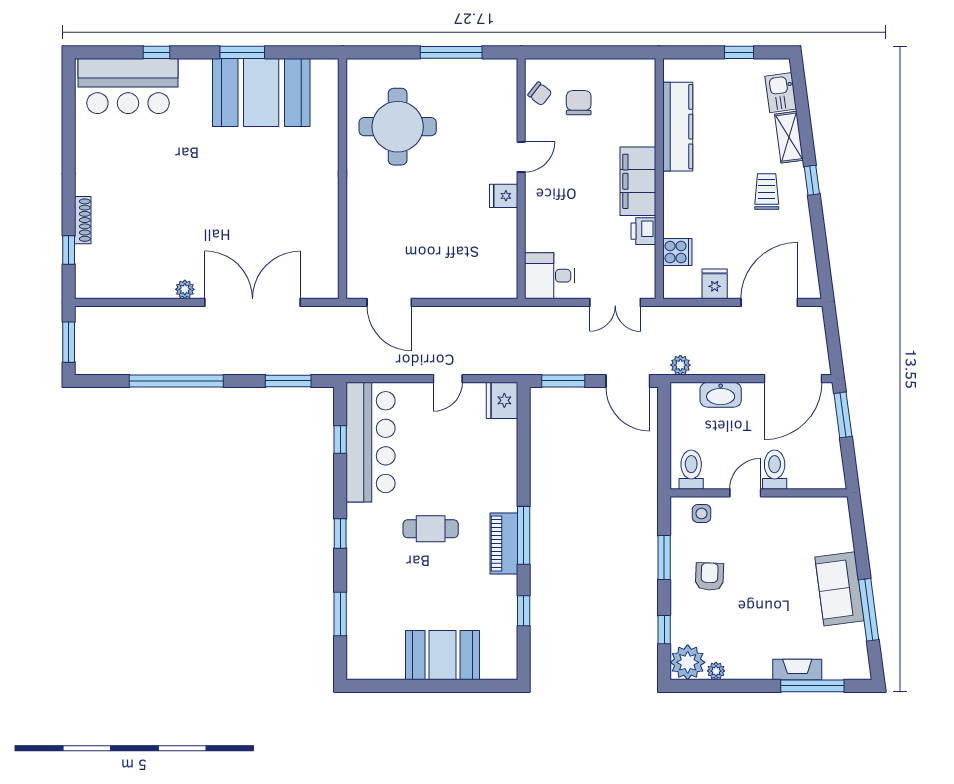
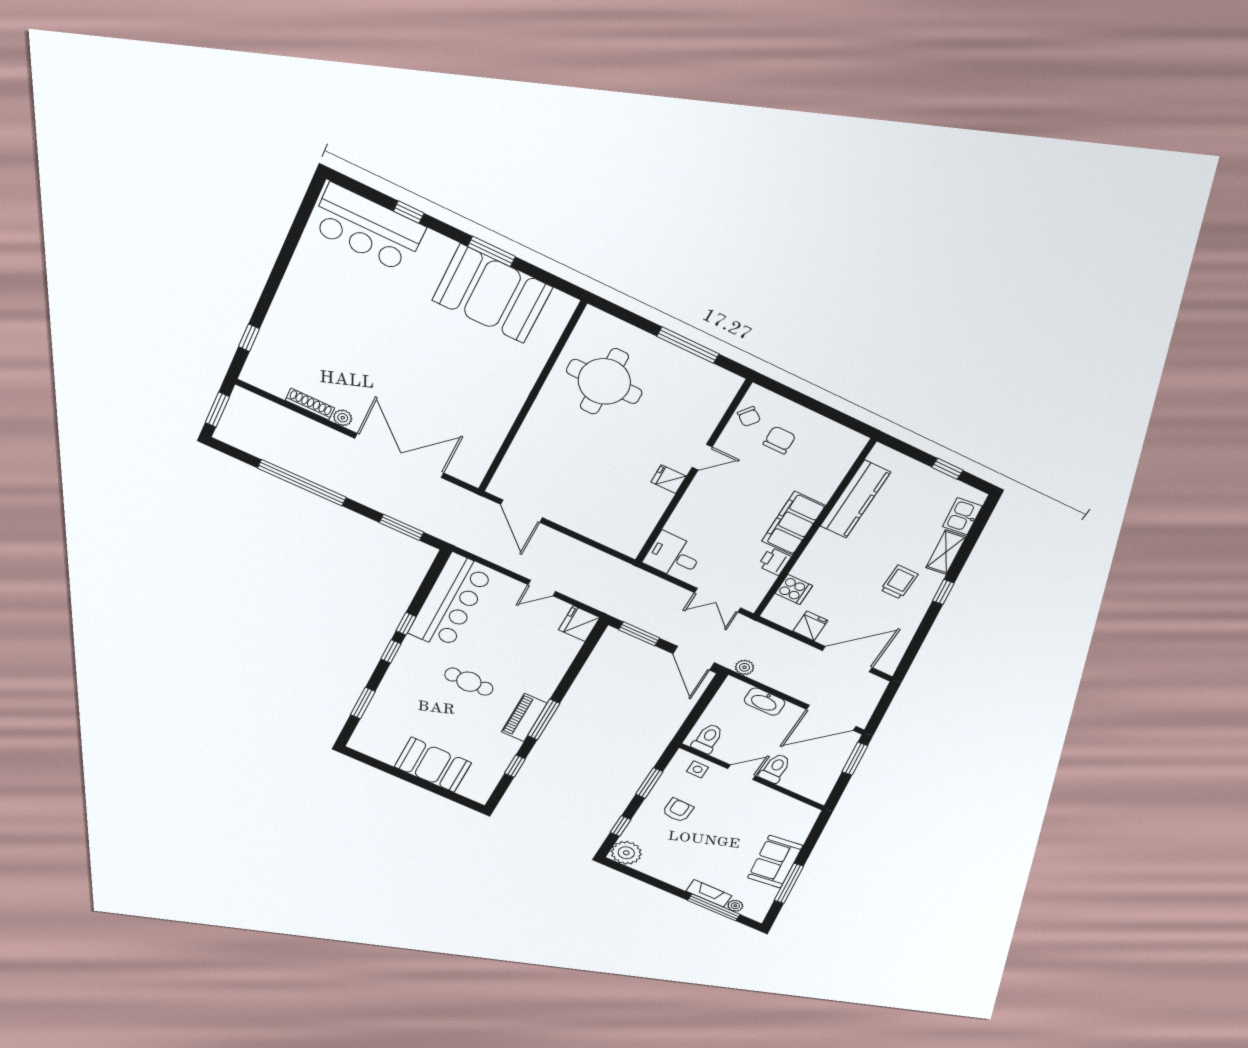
shoe rack: (83, 220) -> (310, 404), moved, turned -90
window: (340, 440) -> (406, 624), moved
plant: (716, 671) -> (735, 906), moved

